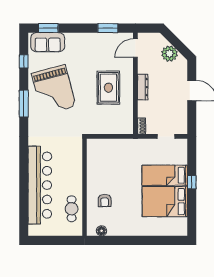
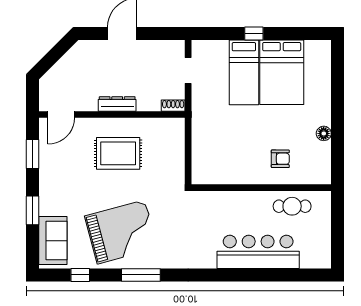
window: (48, 28) -> (32, 210), moved
door: (135, 48) -> (61, 115), hinge flipped
plant: (169, 54) -> (69, 65), removed
bar counter: (40, 185) -> (258, 252), width x0.73
floor lamp: (102, 231) -> (324, 133), moved

